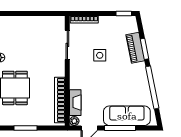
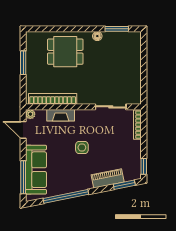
window: (145, 49) -> (124, 185), moved
side table: (100, 55) -> (82, 147), moved
fireplace: (75, 103) -> (61, 115), moved
window: (120, 128) -> (23, 177), moved

